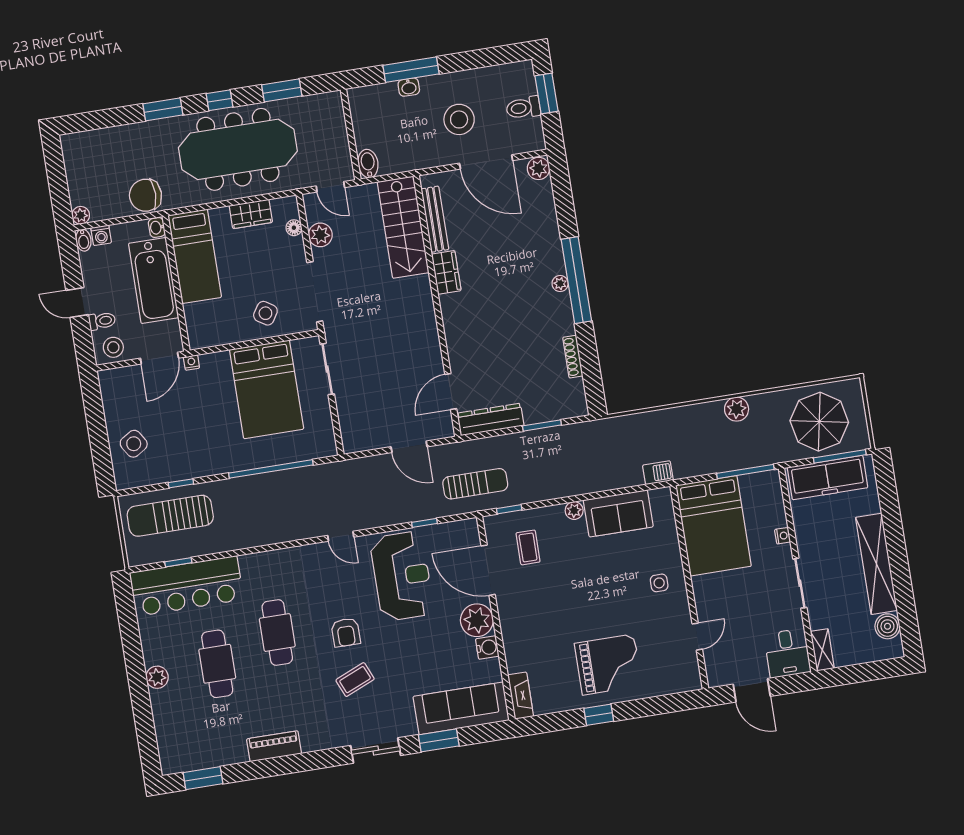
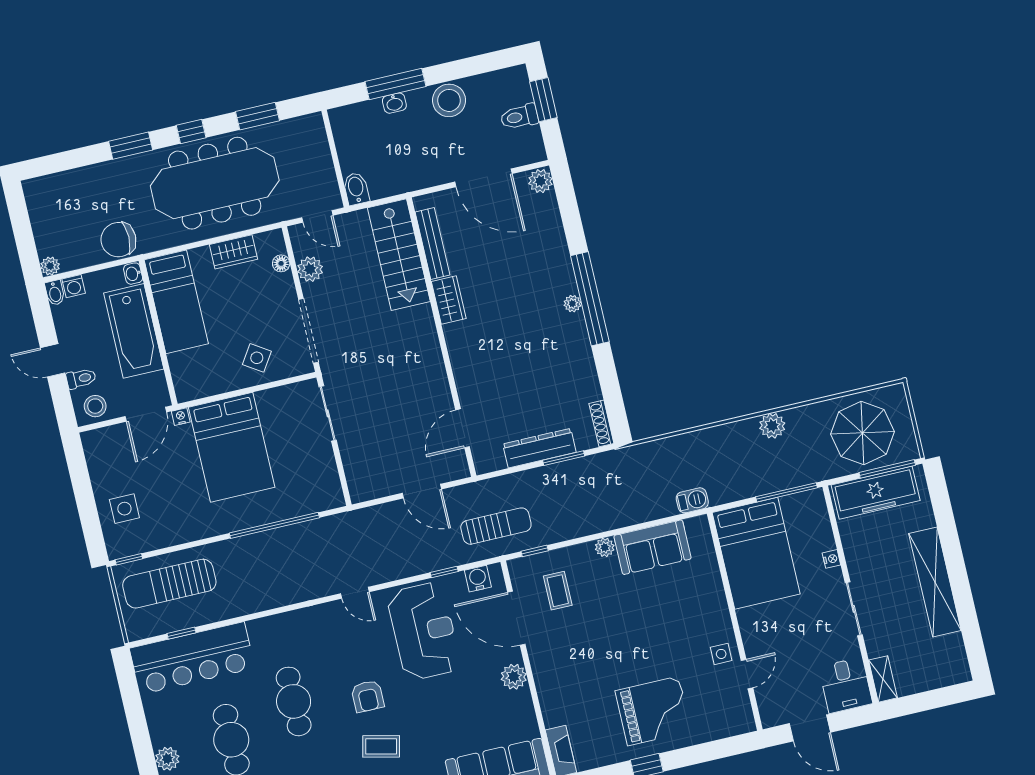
stool: (459, 119) -> (449, 100), moved
shoe rack: (573, 357) -> (601, 423), moved
bed: (267, 389) -> (232, 447), moved
dresser: (490, 419) -> (539, 448), moved
side table: (134, 444) -> (124, 509), turned 32
window: (181, 483) -> (129, 559), moved
side table: (659, 583) -> (721, 654), moved
plant: (477, 620) -> (514, 677), width x0.73, depth x0.73
boiler: (887, 626) -> (952, 649), removed
water cooler: (487, 647) -> (478, 579), moved, turned -90
coffee table: (355, 680) -> (381, 746), turned 36

